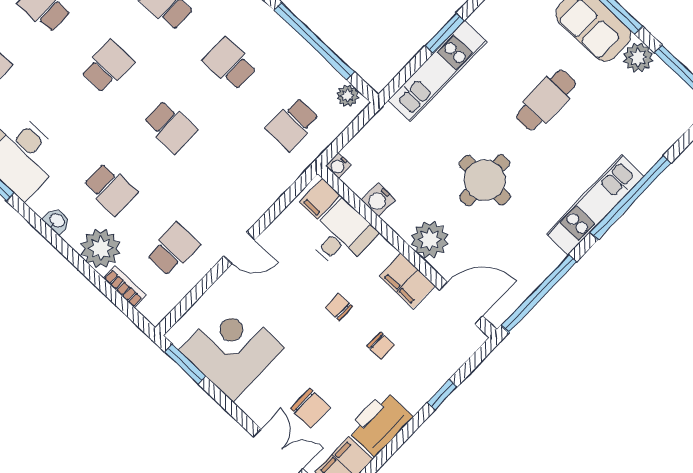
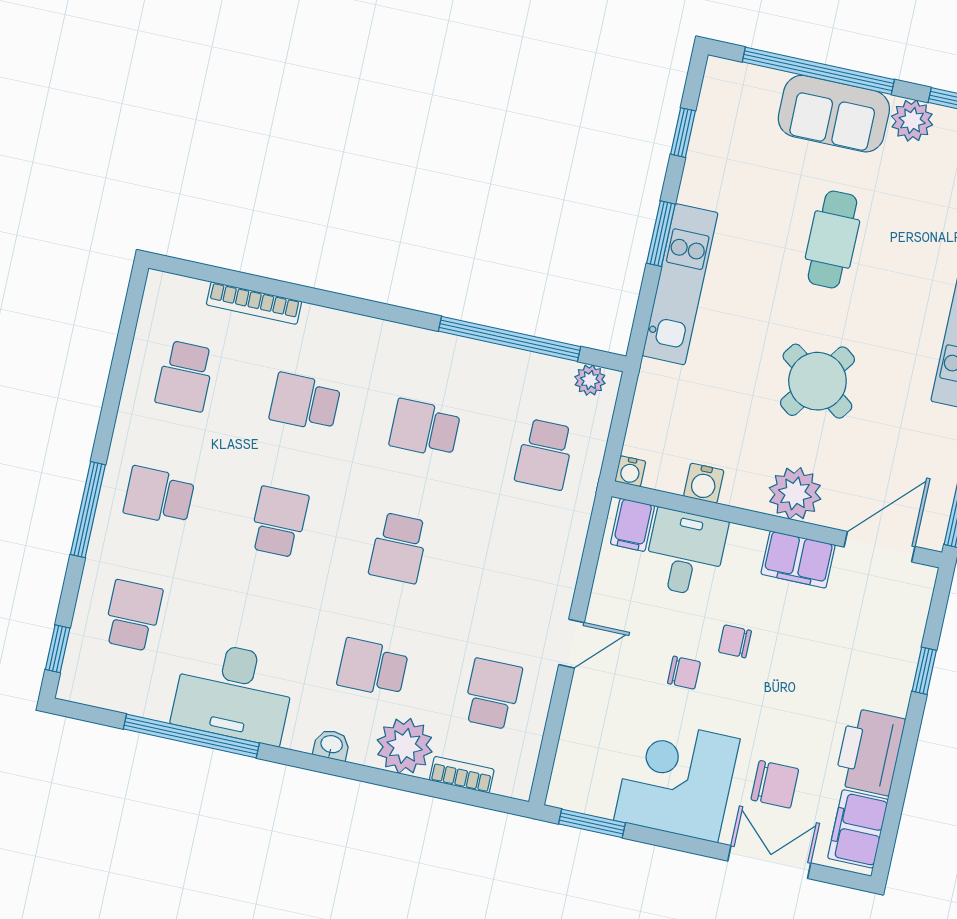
school desk: (170, 127) -> (399, 548), turned 90
round table: (485, 180) -> (817, 381), turned 36
school desk: (110, 189) -> (373, 668), turned 180
chair: (381, 346) -> (684, 673), moved
corner desk: (232, 349) -> (677, 780), moved

